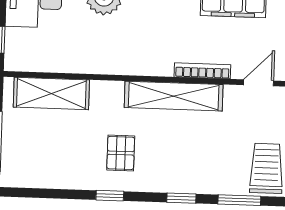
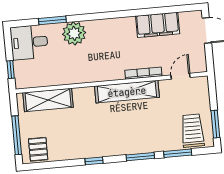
pallet: (121, 153) -> (38, 149), moved
window: (181, 198) -> (140, 157), width x1.50

